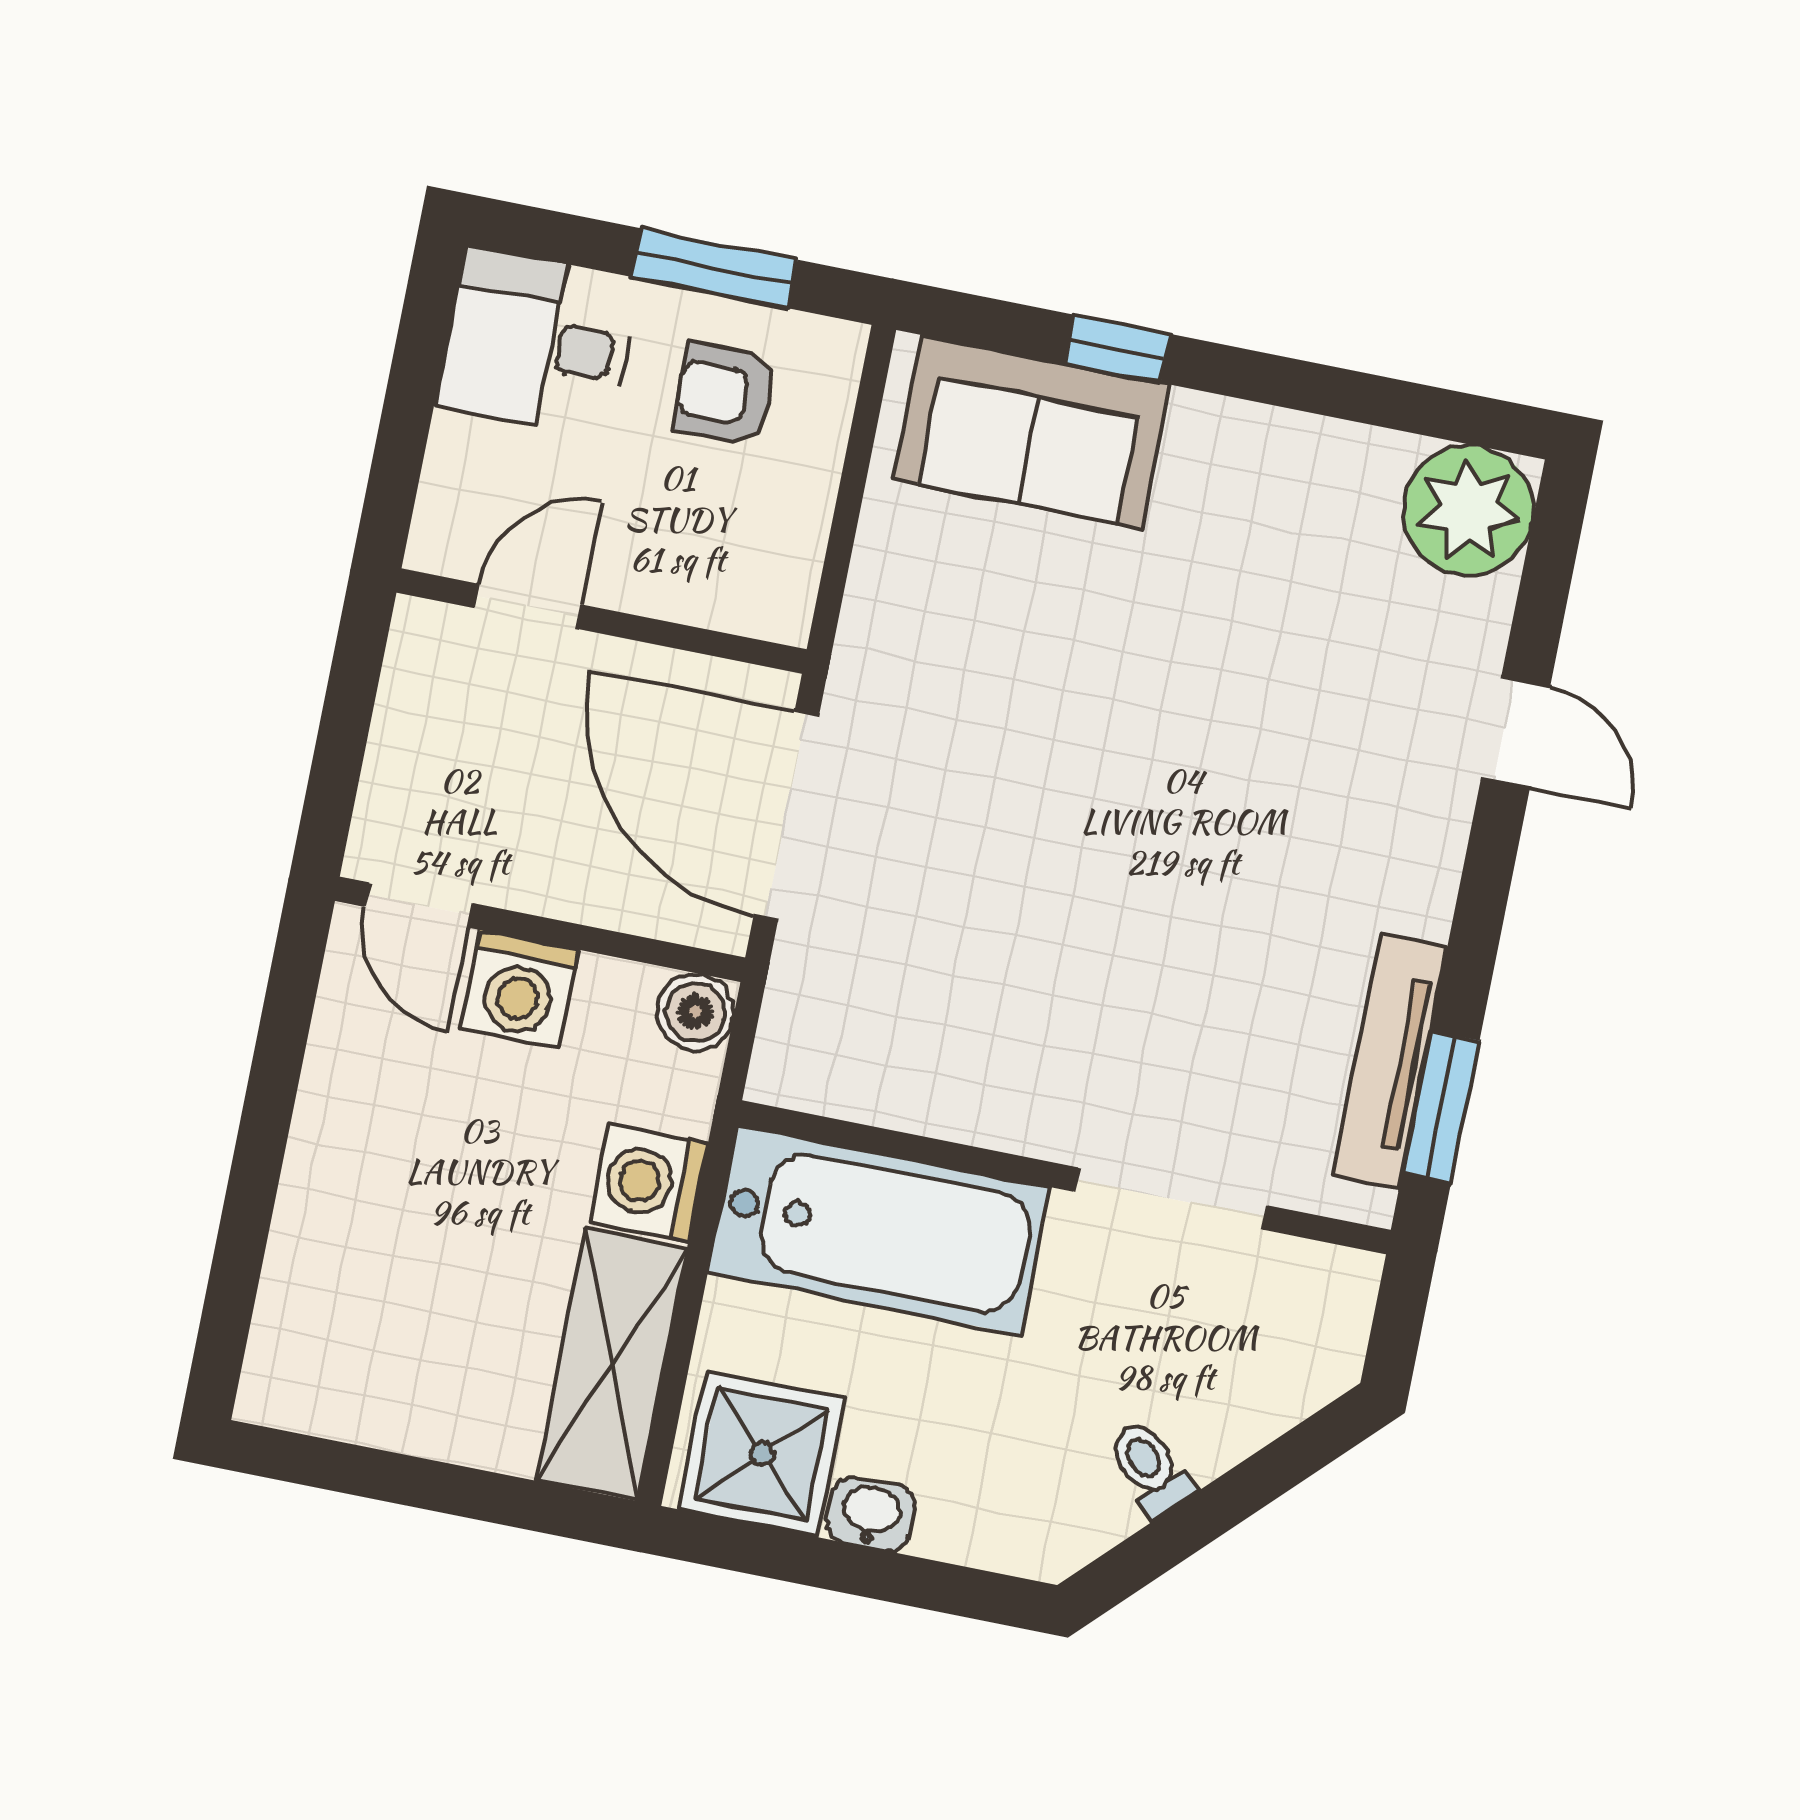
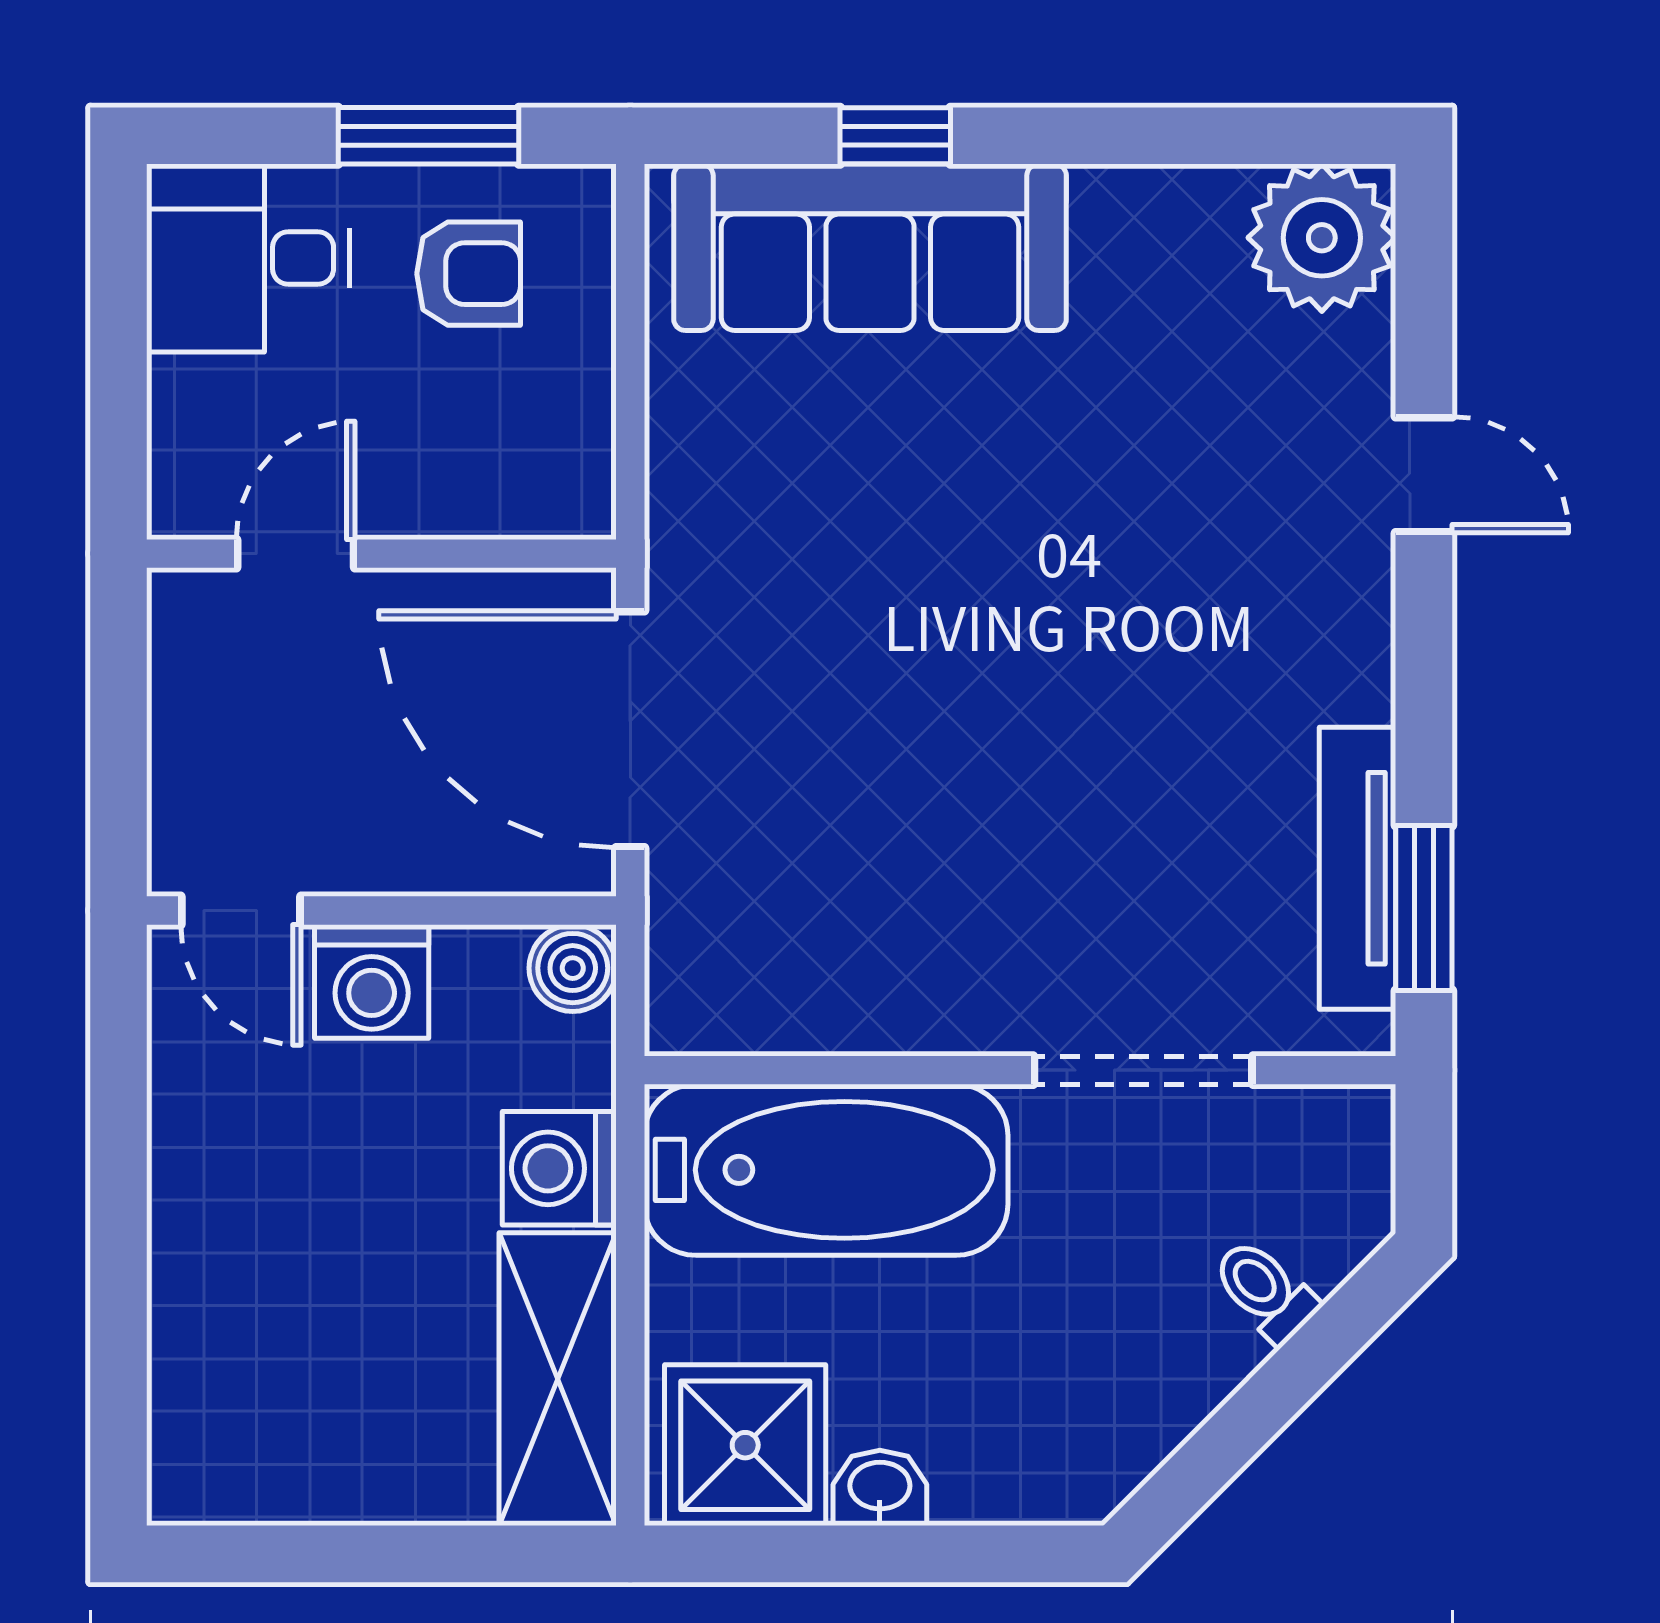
armchair: (725, 394) -> (469, 274), turned 180
sofa: (1032, 432) -> (870, 247), width x1.36
toilet: (1151, 1468) -> (1265, 1291), moved

